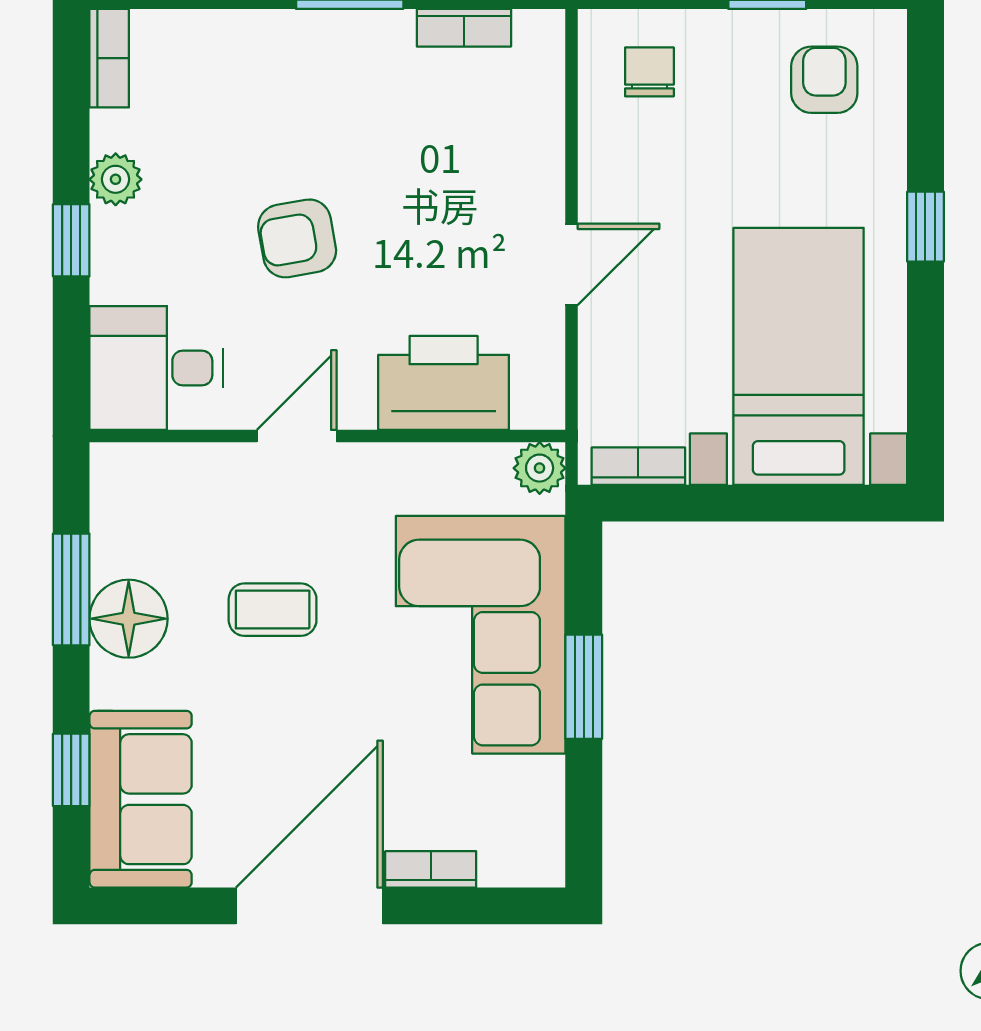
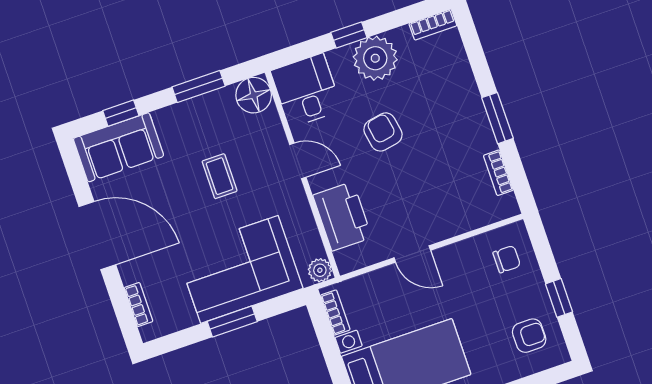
plant: (116, 179) -> (375, 58), width x1.87, depth x1.87
floor lamp: (129, 619) -> (254, 95), moved
bookcase: (431, 869) -> (139, 305), moved

